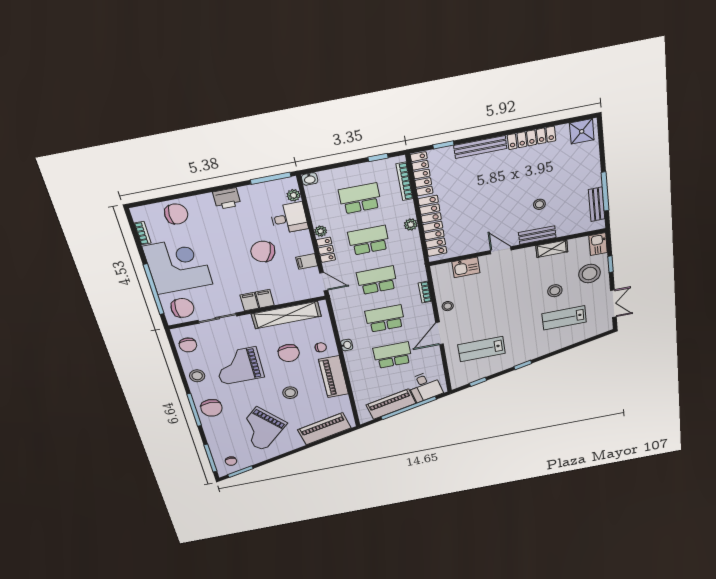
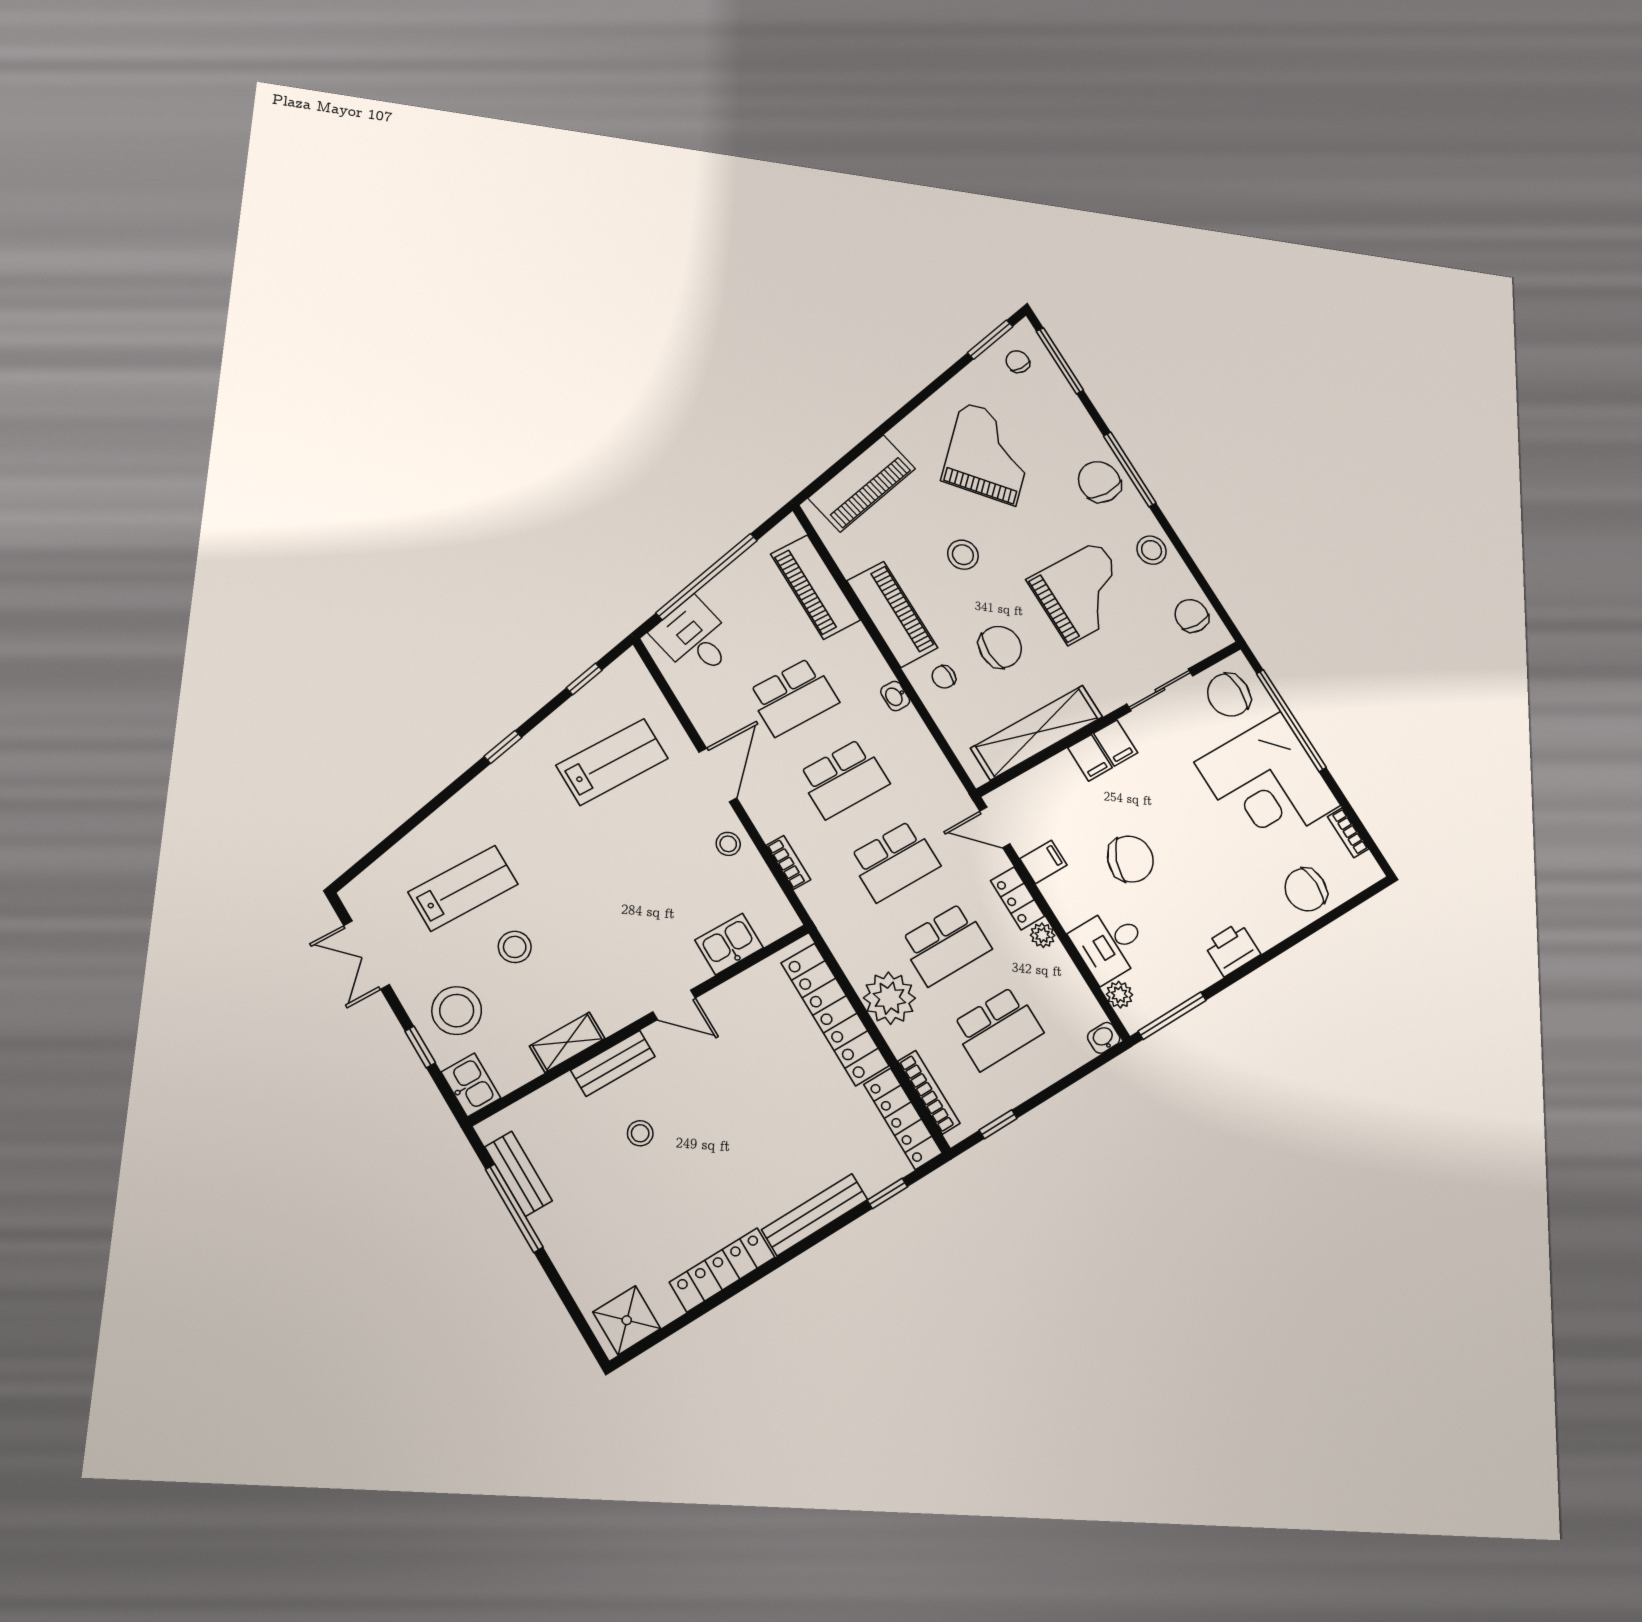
plant: (411, 225) -> (889, 998), width x1.88, depth x1.88
chair: (289, 353) -> (1000, 647), turned 90
piano: (391, 404) -> (815, 587), moved, turned 102

